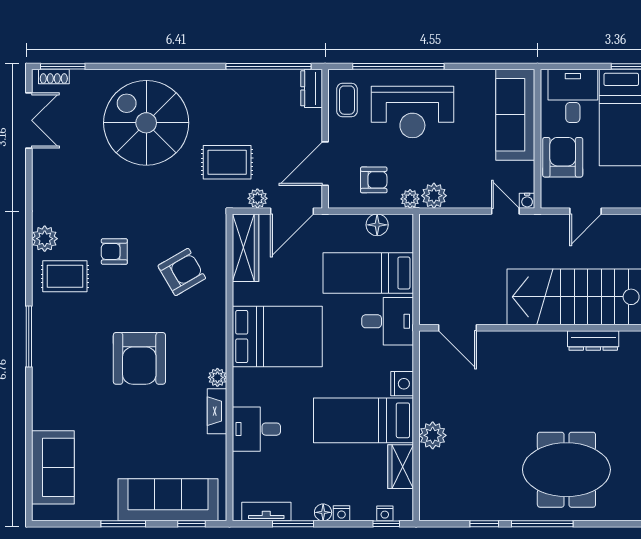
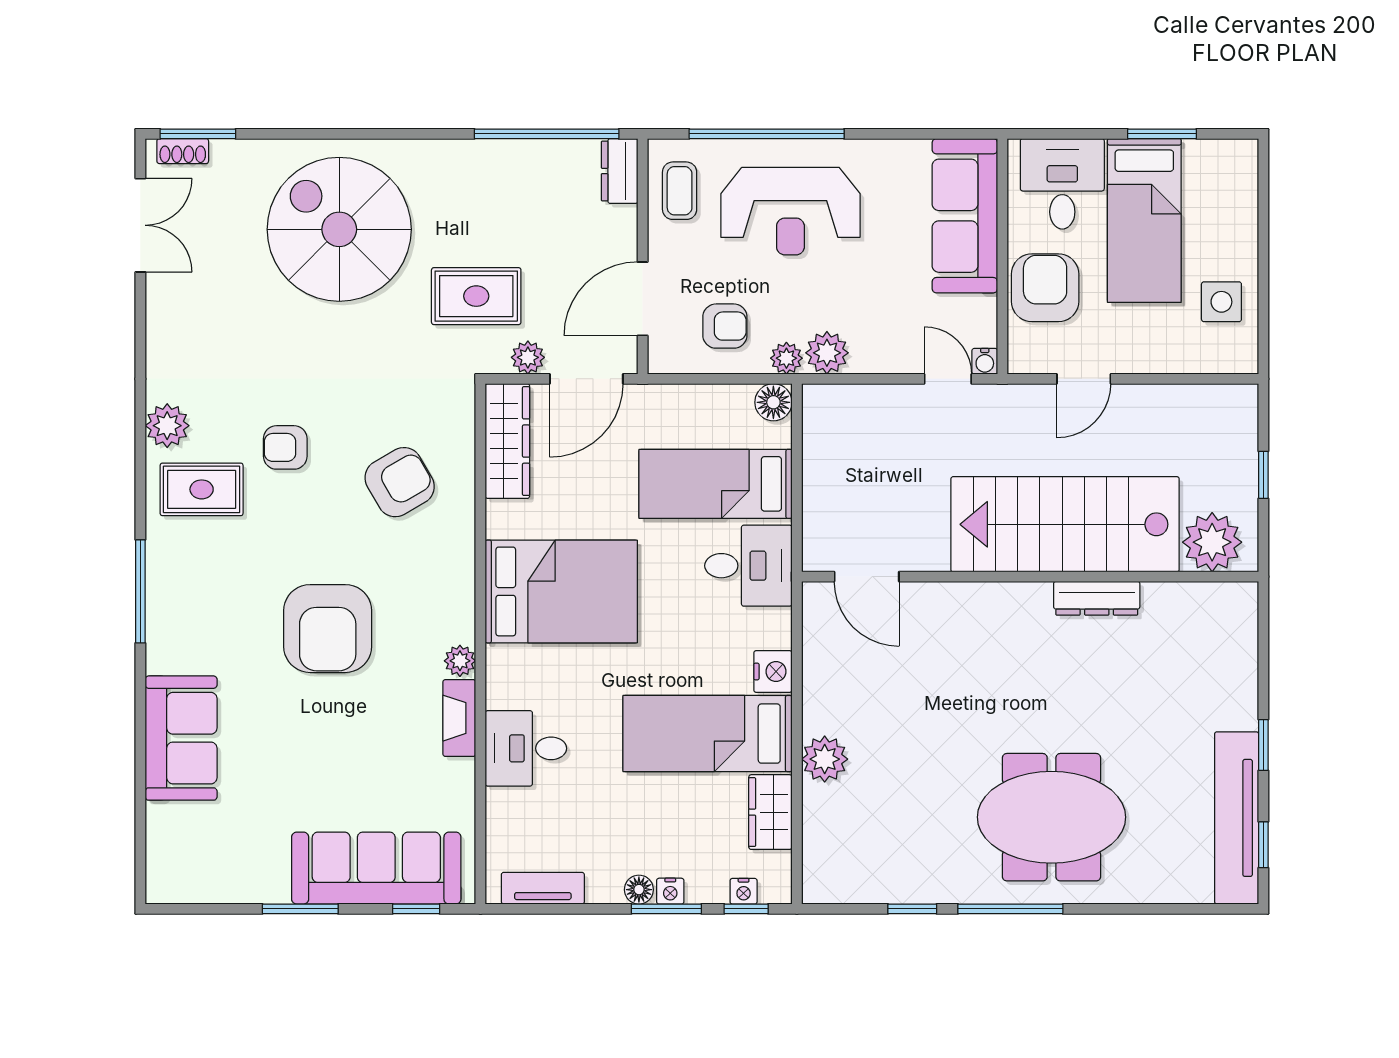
floor lamp: (377, 225) -> (773, 402), moved
sofa: (53, 467) -> (181, 738), moved
window: (293, 524) -> (666, 909), moved

